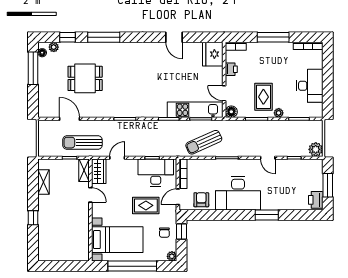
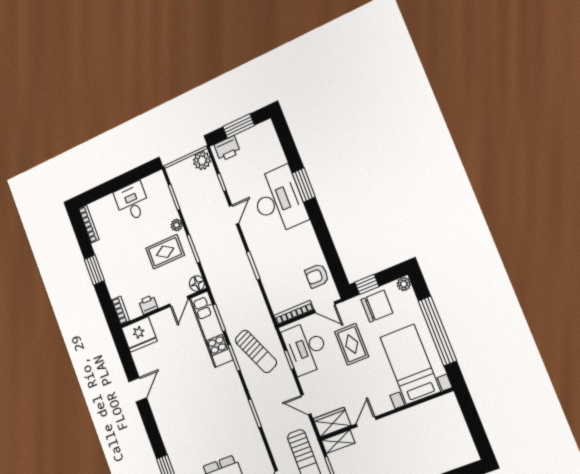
window: (273, 37) -> (94, 270), width x0.69
desk: (310, 86) -> (132, 202), width x0.73
sun lounger: (204, 142) -> (256, 351), moved
desk: (238, 193) -> (279, 200), moved
printer: (316, 200) -> (227, 149), moved
chair: (164, 233) -> (377, 306), width x1.87, depth x1.87

